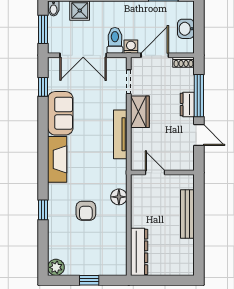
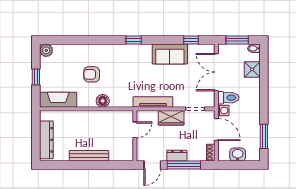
fireplace: (57, 159) -> (58, 100), moved, turned 180
door: (155, 173) -> (135, 130), moved
wall: (162, 173) -> (135, 136), moved
window: (43, 210) -> (134, 40), moved
dresser: (139, 252) -> (46, 140), moved, turned -90

